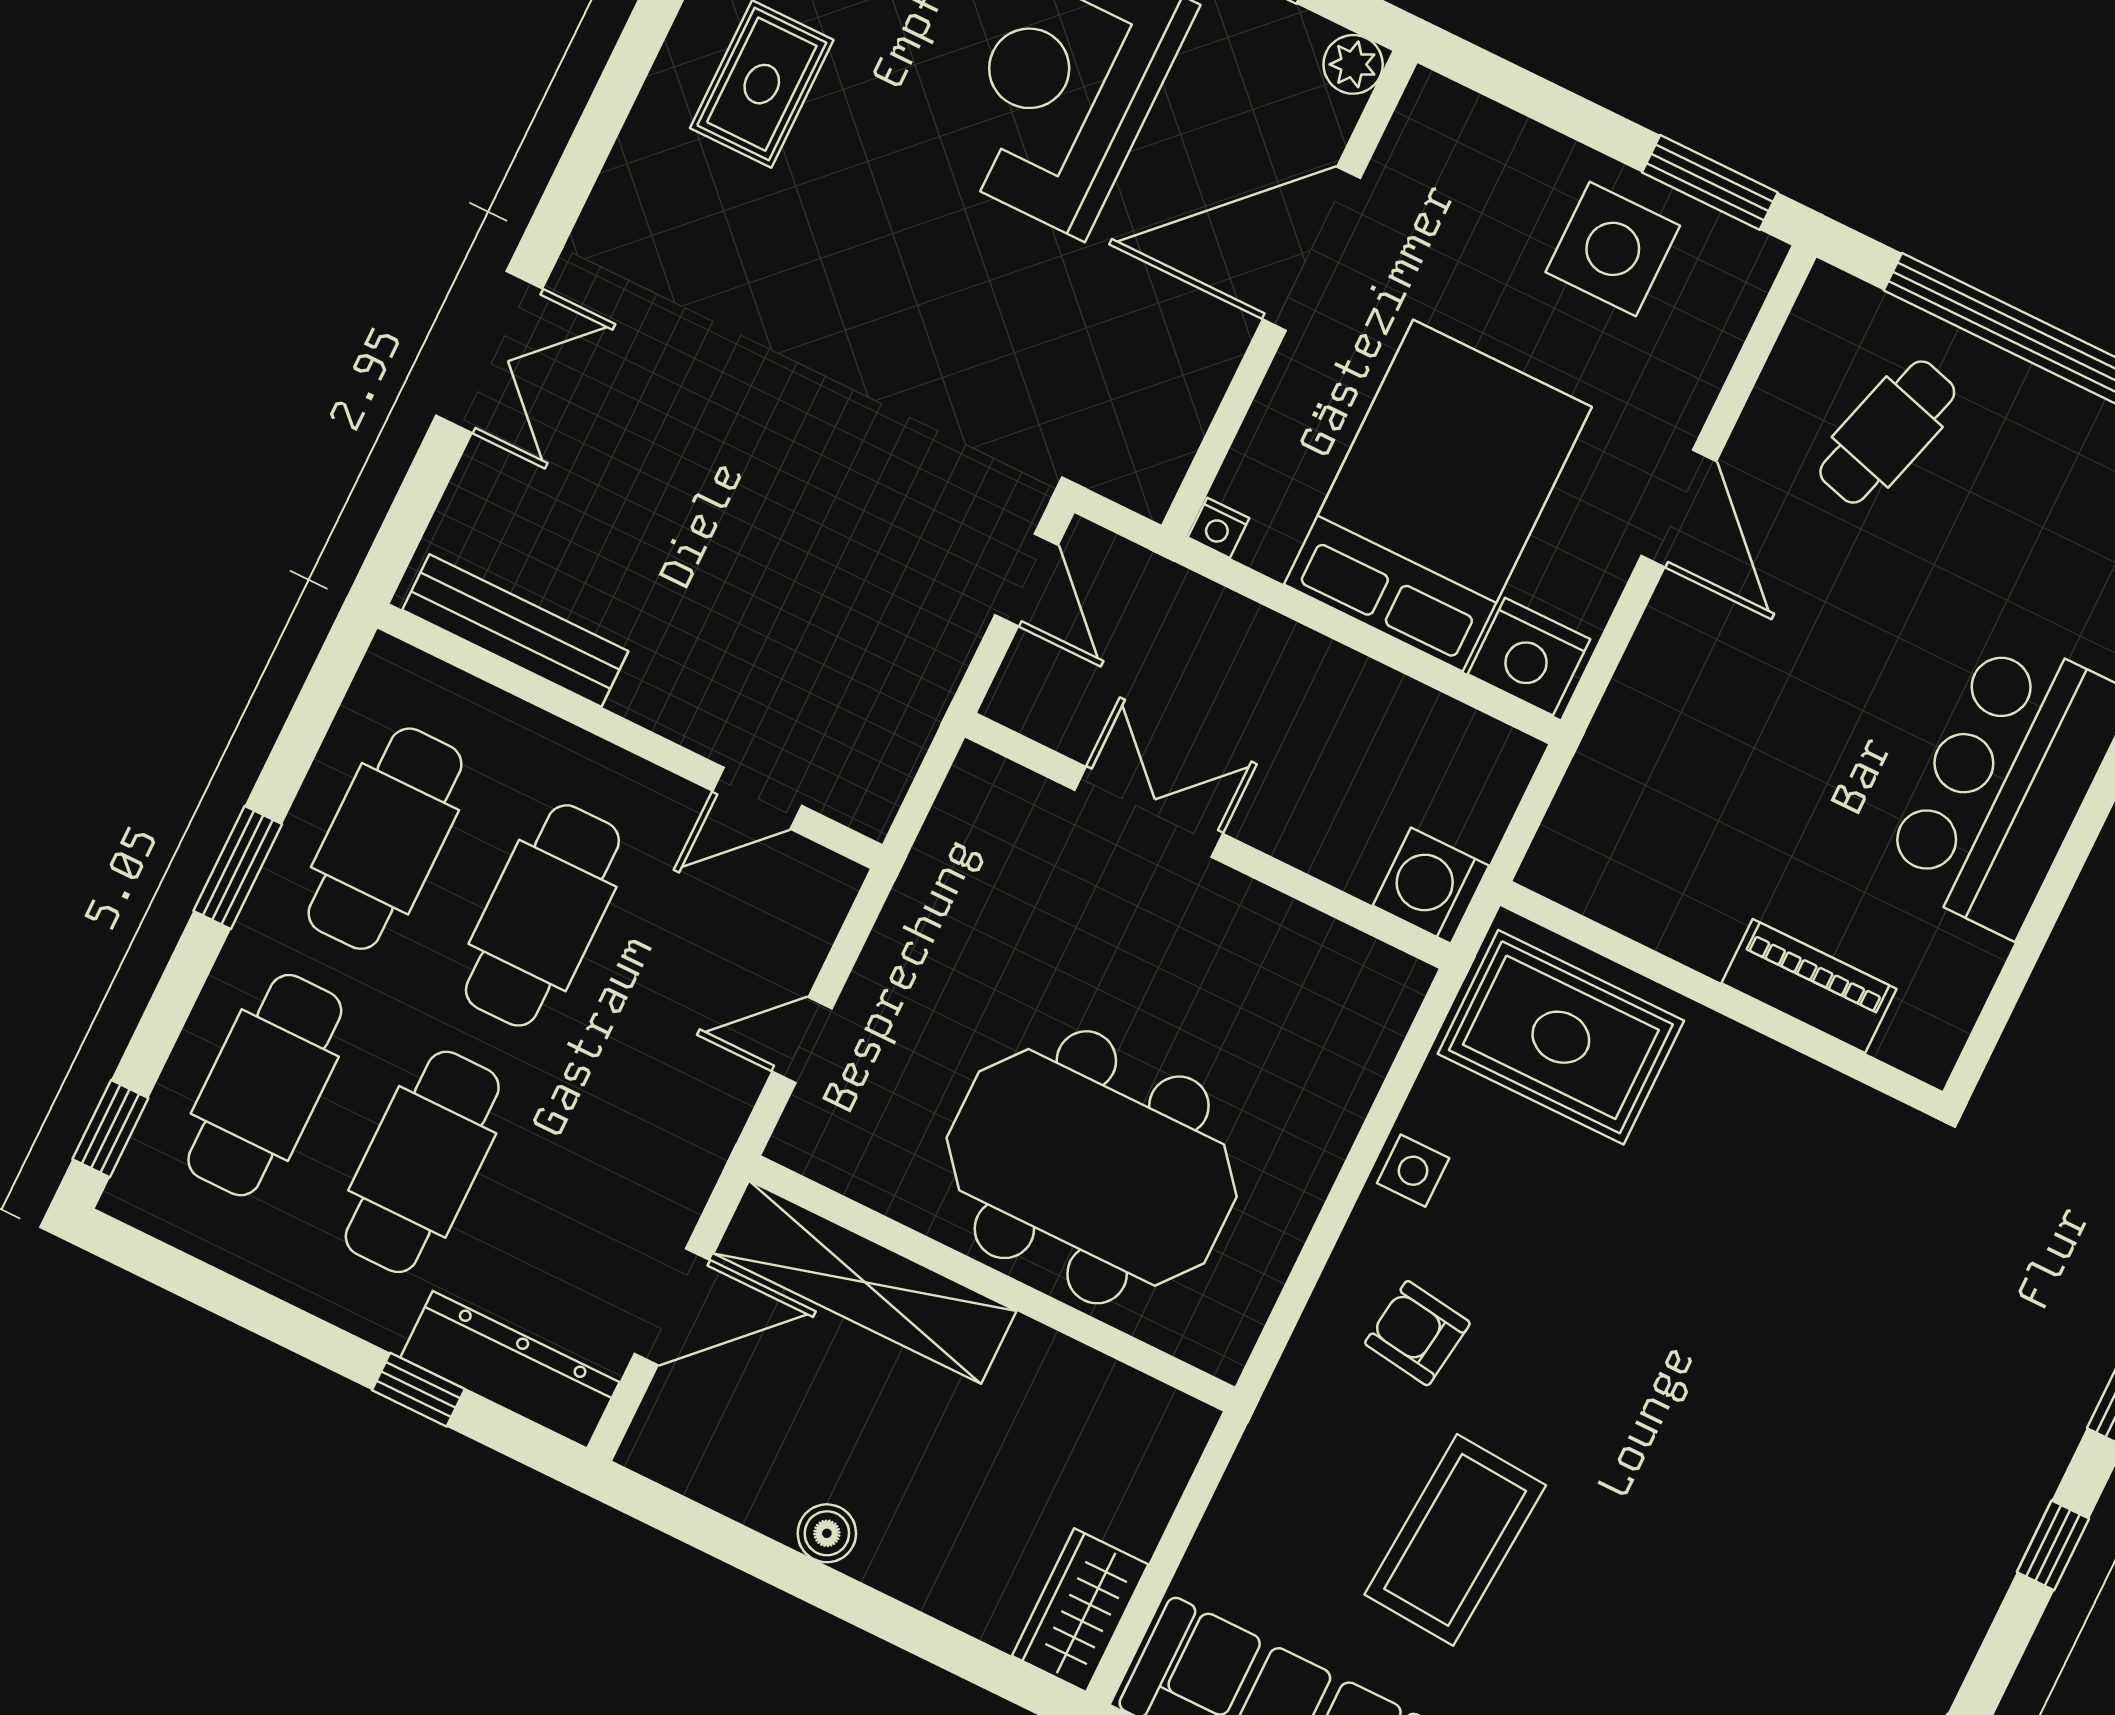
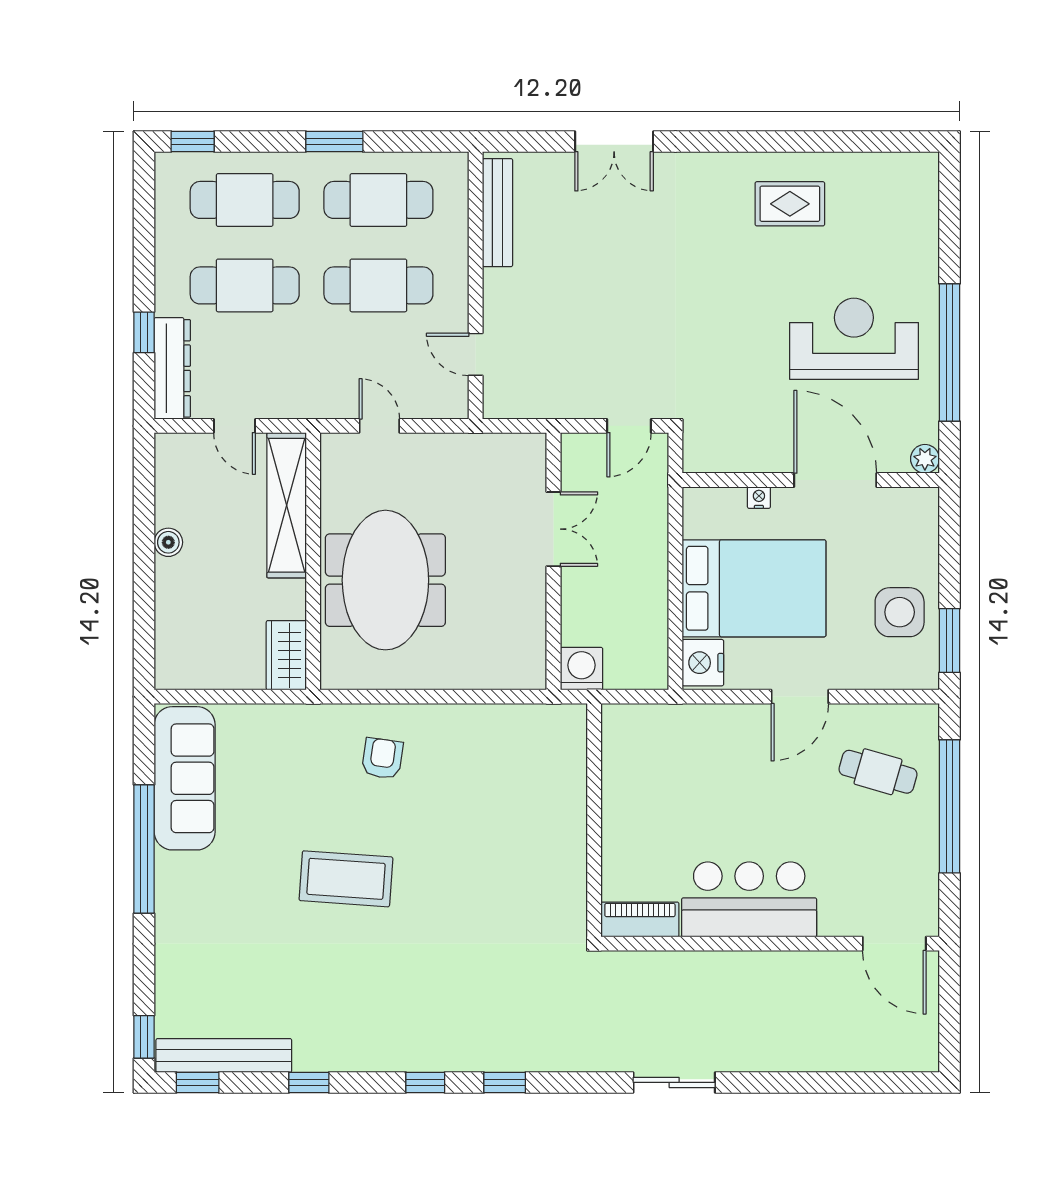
nightstand: (1218, 528) -> (759, 498), moved, turned 90
piano: (1809, 986) -> (640, 919), moved, turned -90
rug: (1561, 1037) -> (543, 758), removed
side table: (1413, 1171) -> (453, 722), removed
door: (672, 1307) -> (235, 426), width x0.73
coffee table: (1455, 1540) -> (346, 879), moved
wardrobe: (1080, 1610) -> (286, 655), moved, turned -90

